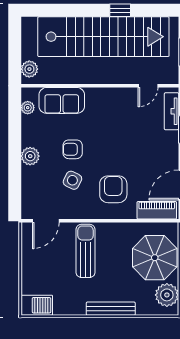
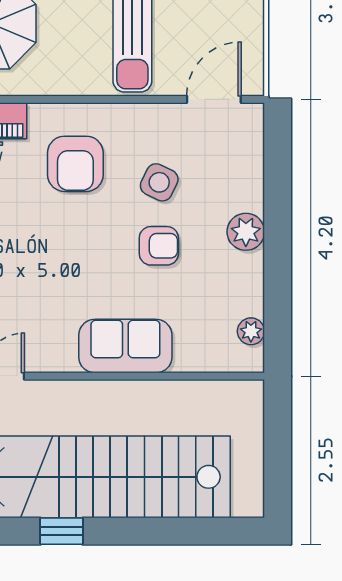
plant: (29, 69) -> (247, 410), removed
sofa: (62, 100) -> (125, 346), moved

